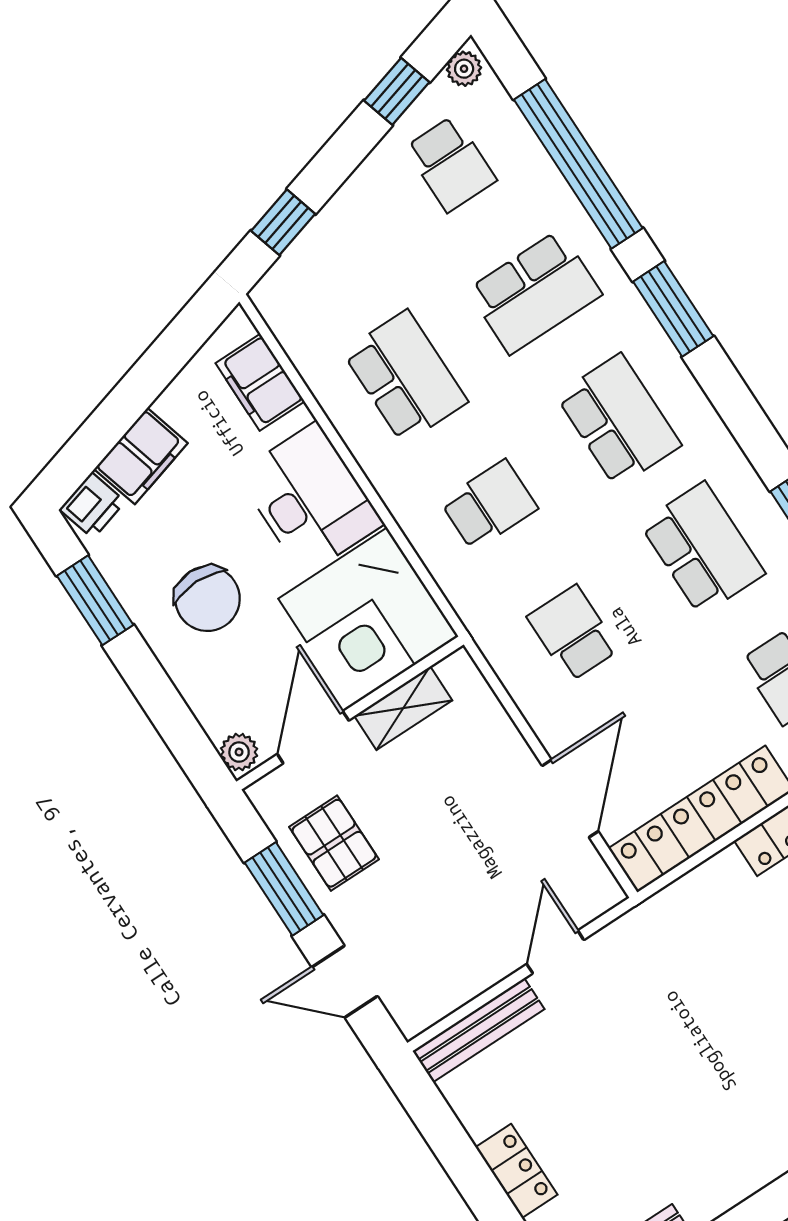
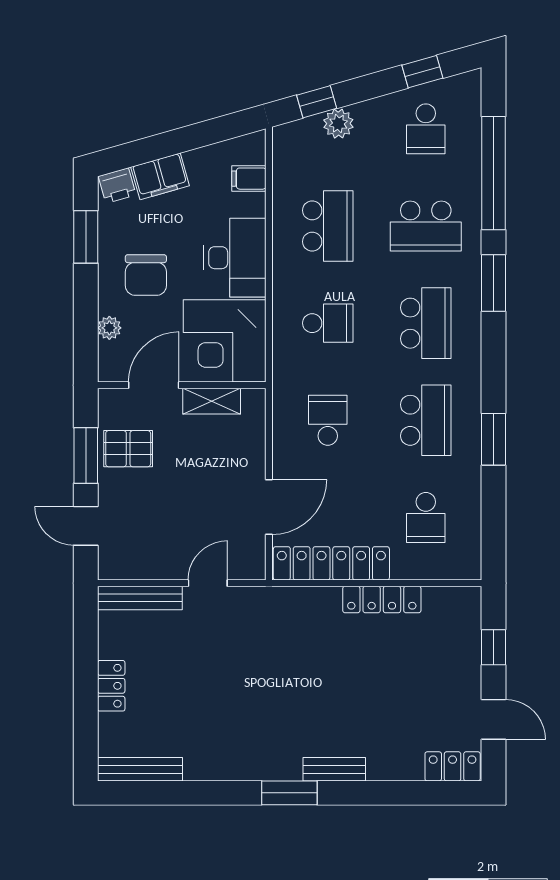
plant: (464, 69) -> (338, 124), moved, width x1.38, depth x1.38
filing cabinet: (260, 382) -> (249, 179), width x0.50
plant: (239, 752) -> (109, 328), moved
pallet: (334, 843) -> (128, 449), turned 90

